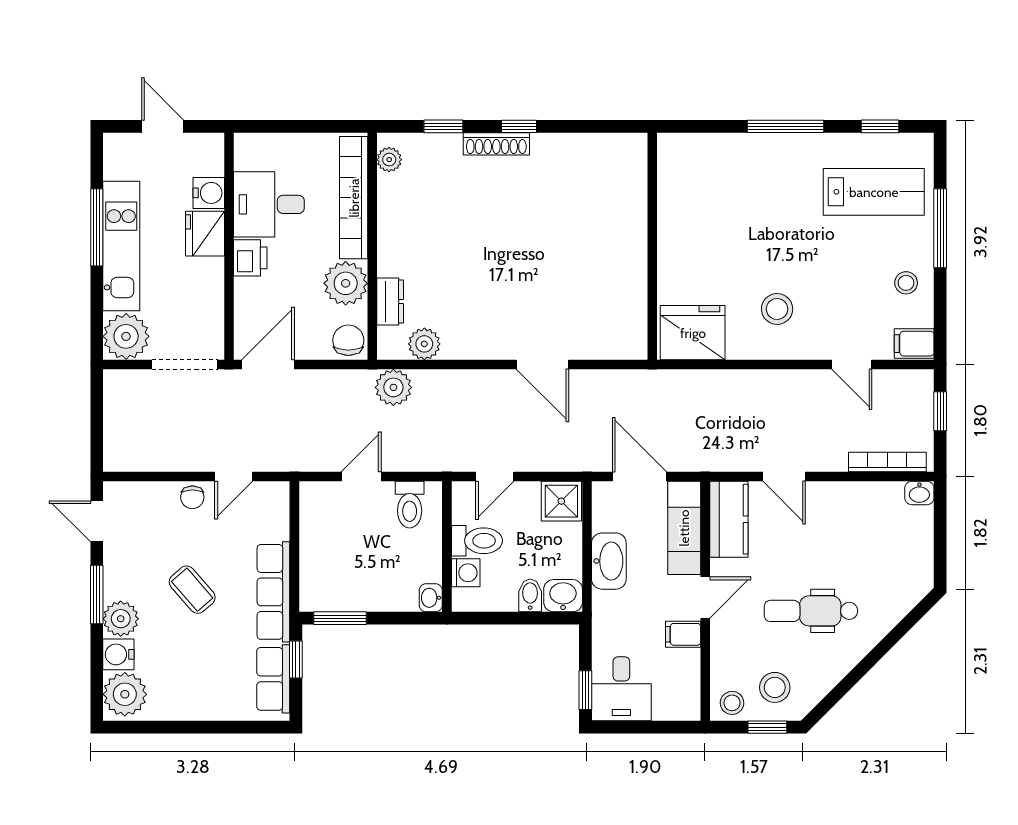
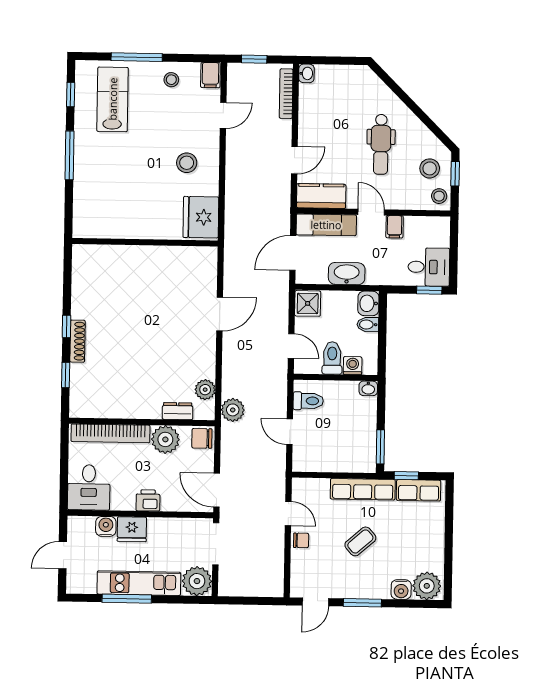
plant: (389, 160) -> (86, 410), removed
desk: (269, 204) -> (89, 487), moved
plant: (121, 619) -> (378, 588), removed

